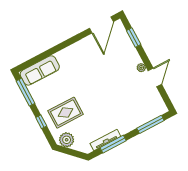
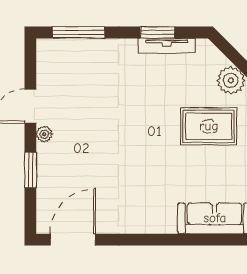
window: (134, 37) -> (30, 170), moved
window: (113, 144) -> (158, 33), width x0.69

